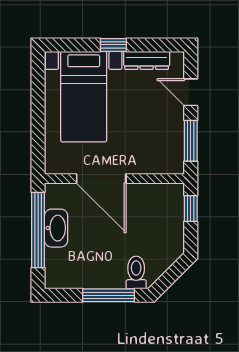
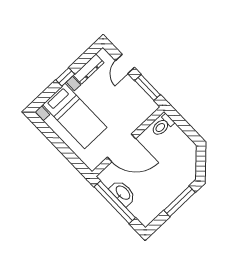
door: (191, 92) -> (125, 64), hinge flipped
window: (191, 208) -> (179, 121), removed
toilet: (136, 273) -> (163, 125), moved, turned -90

